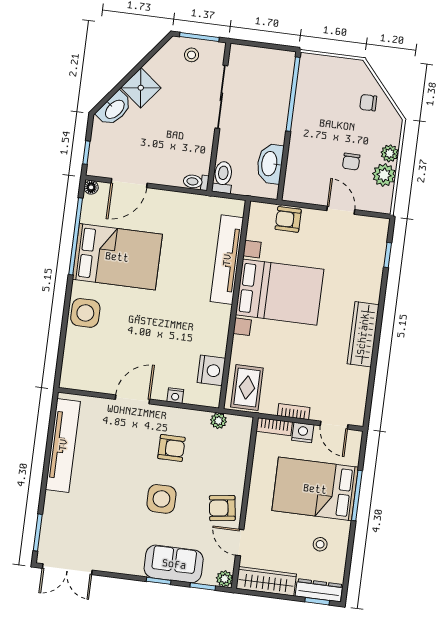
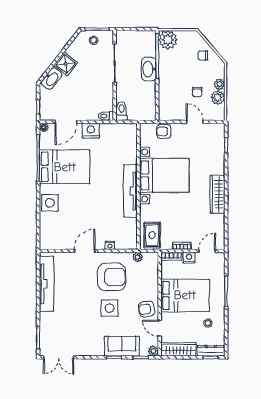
plant: (314, 69) -> (168, 40), added
washbasin: (270, 164) -> (149, 69), moved
tv unit: (227, 260) -> (130, 191), moved
nightstand: (211, 370) -> (91, 131), moved, turned -90
door: (334, 425) -> (207, 251), swing flipped
armchair: (171, 448) -> (112, 277), width x1.88, depth x1.88
bed: (315, 489) -> (185, 295), moved, turned 180

